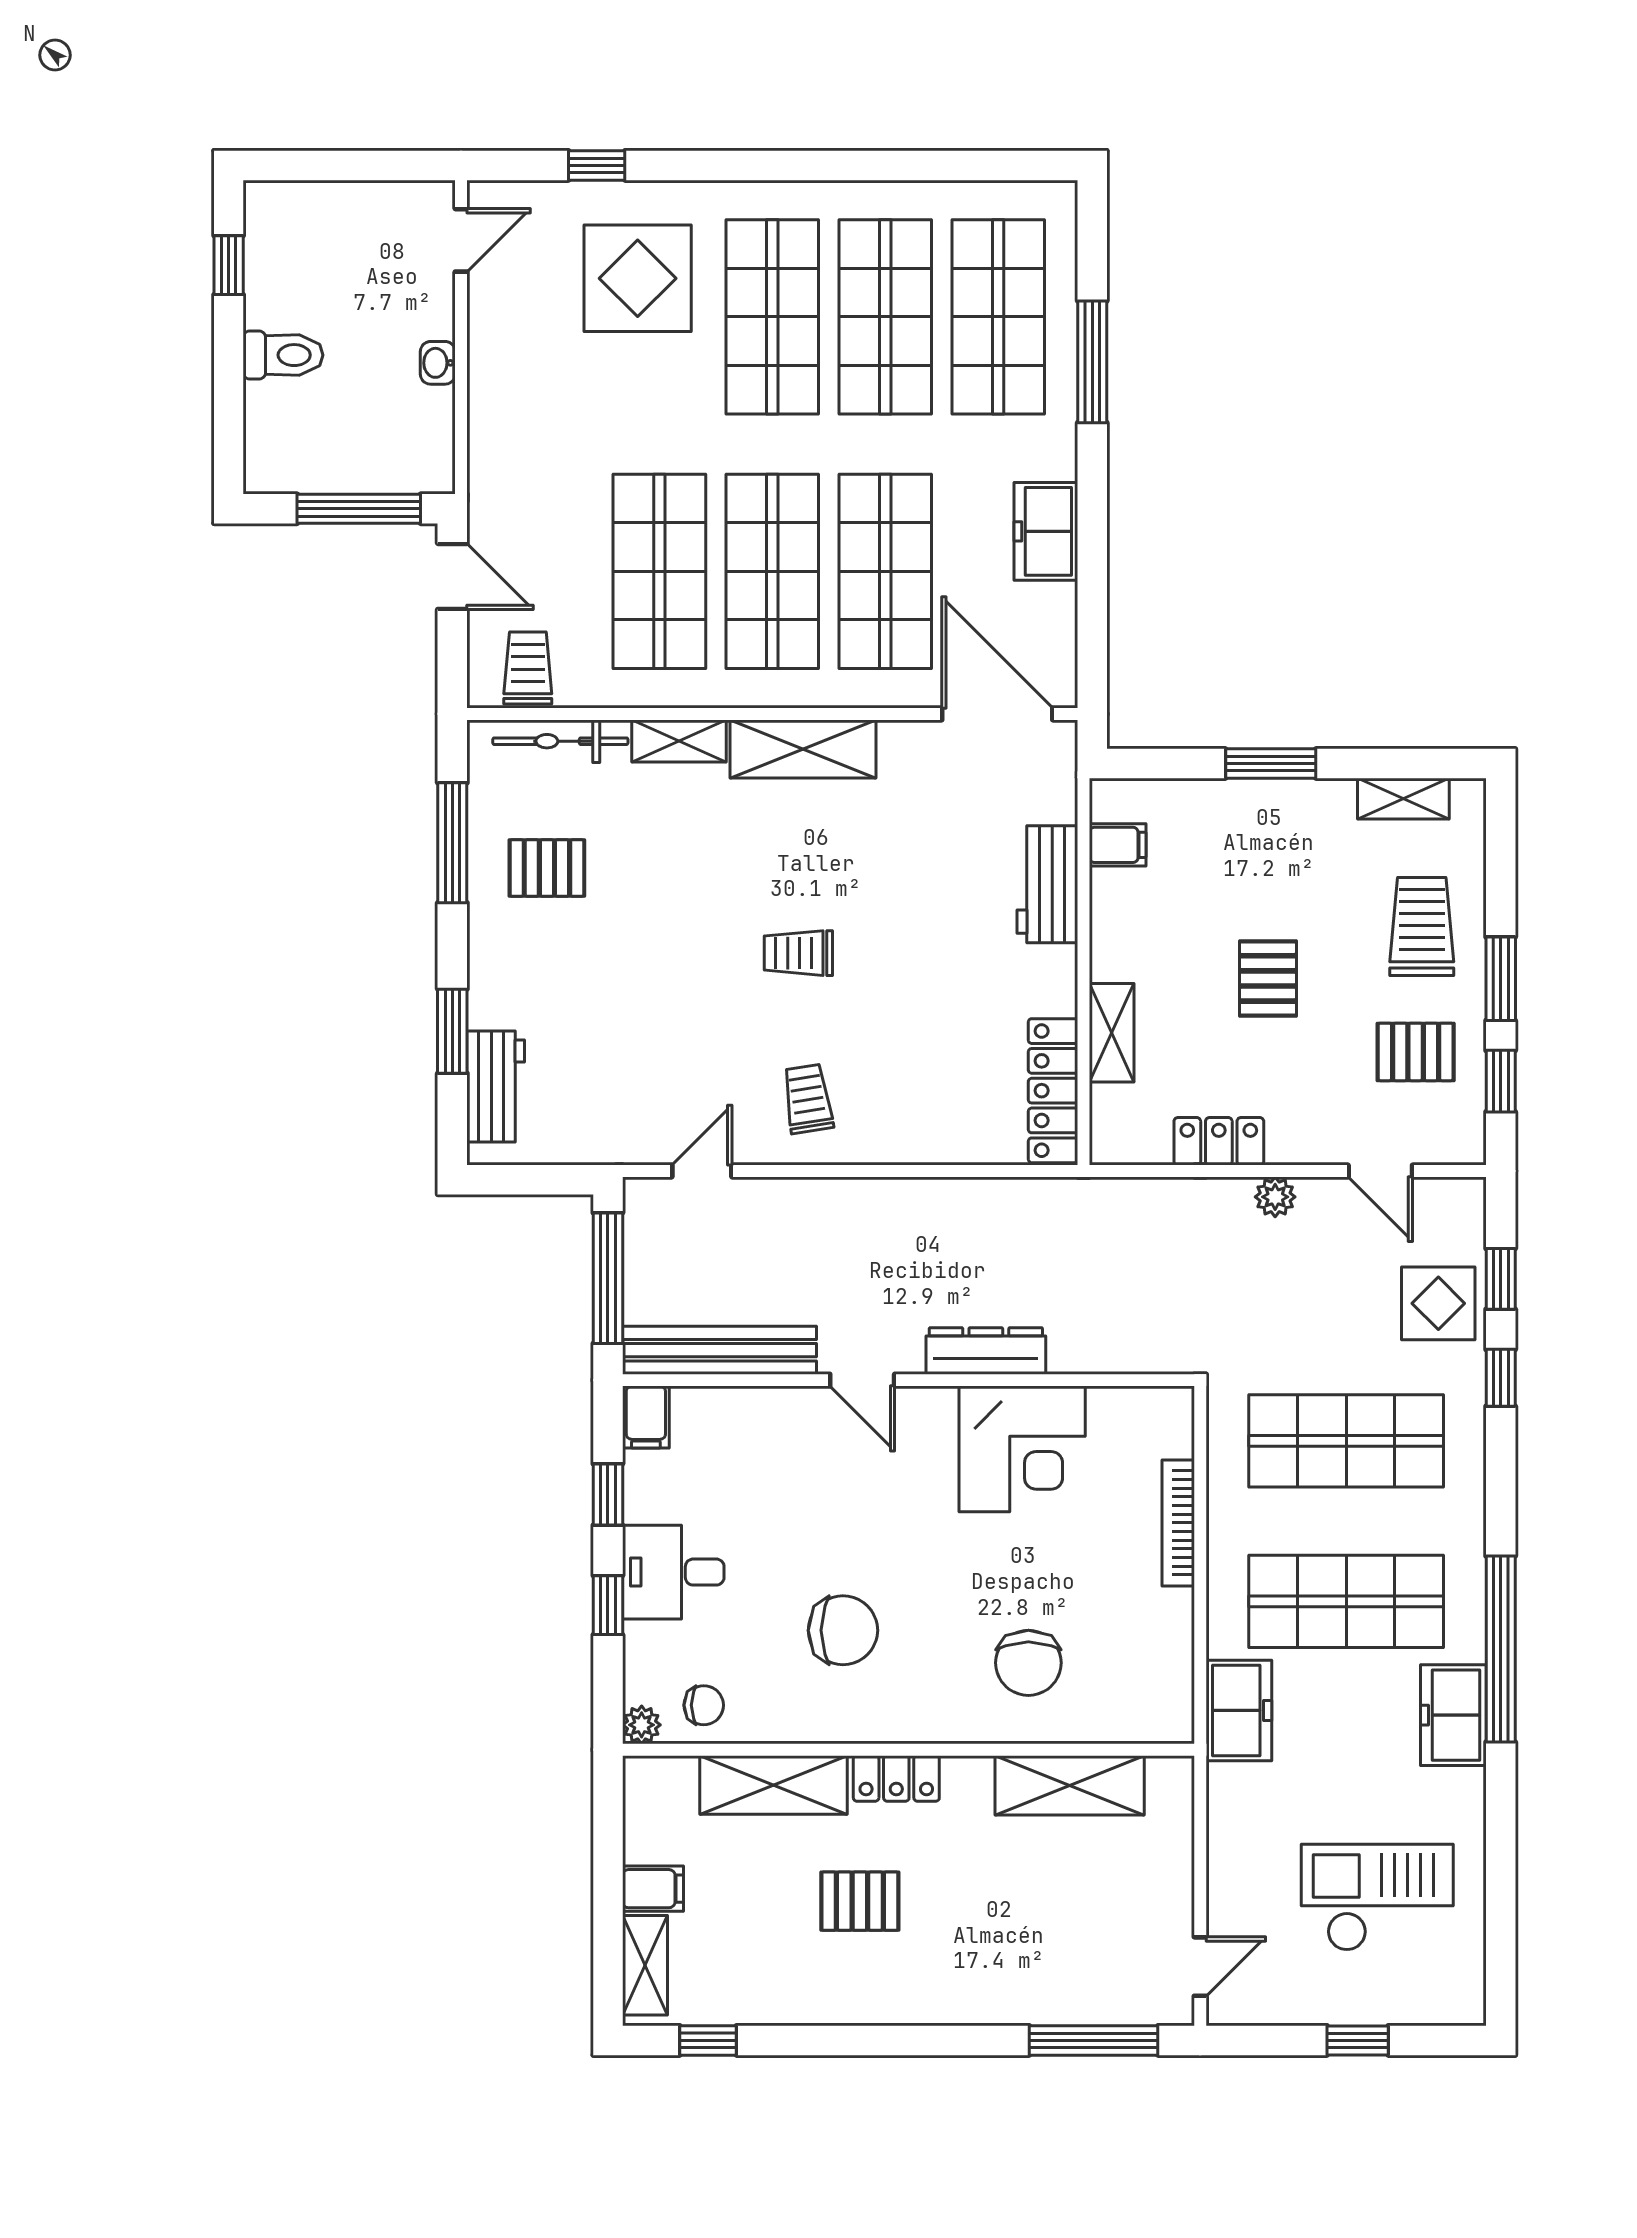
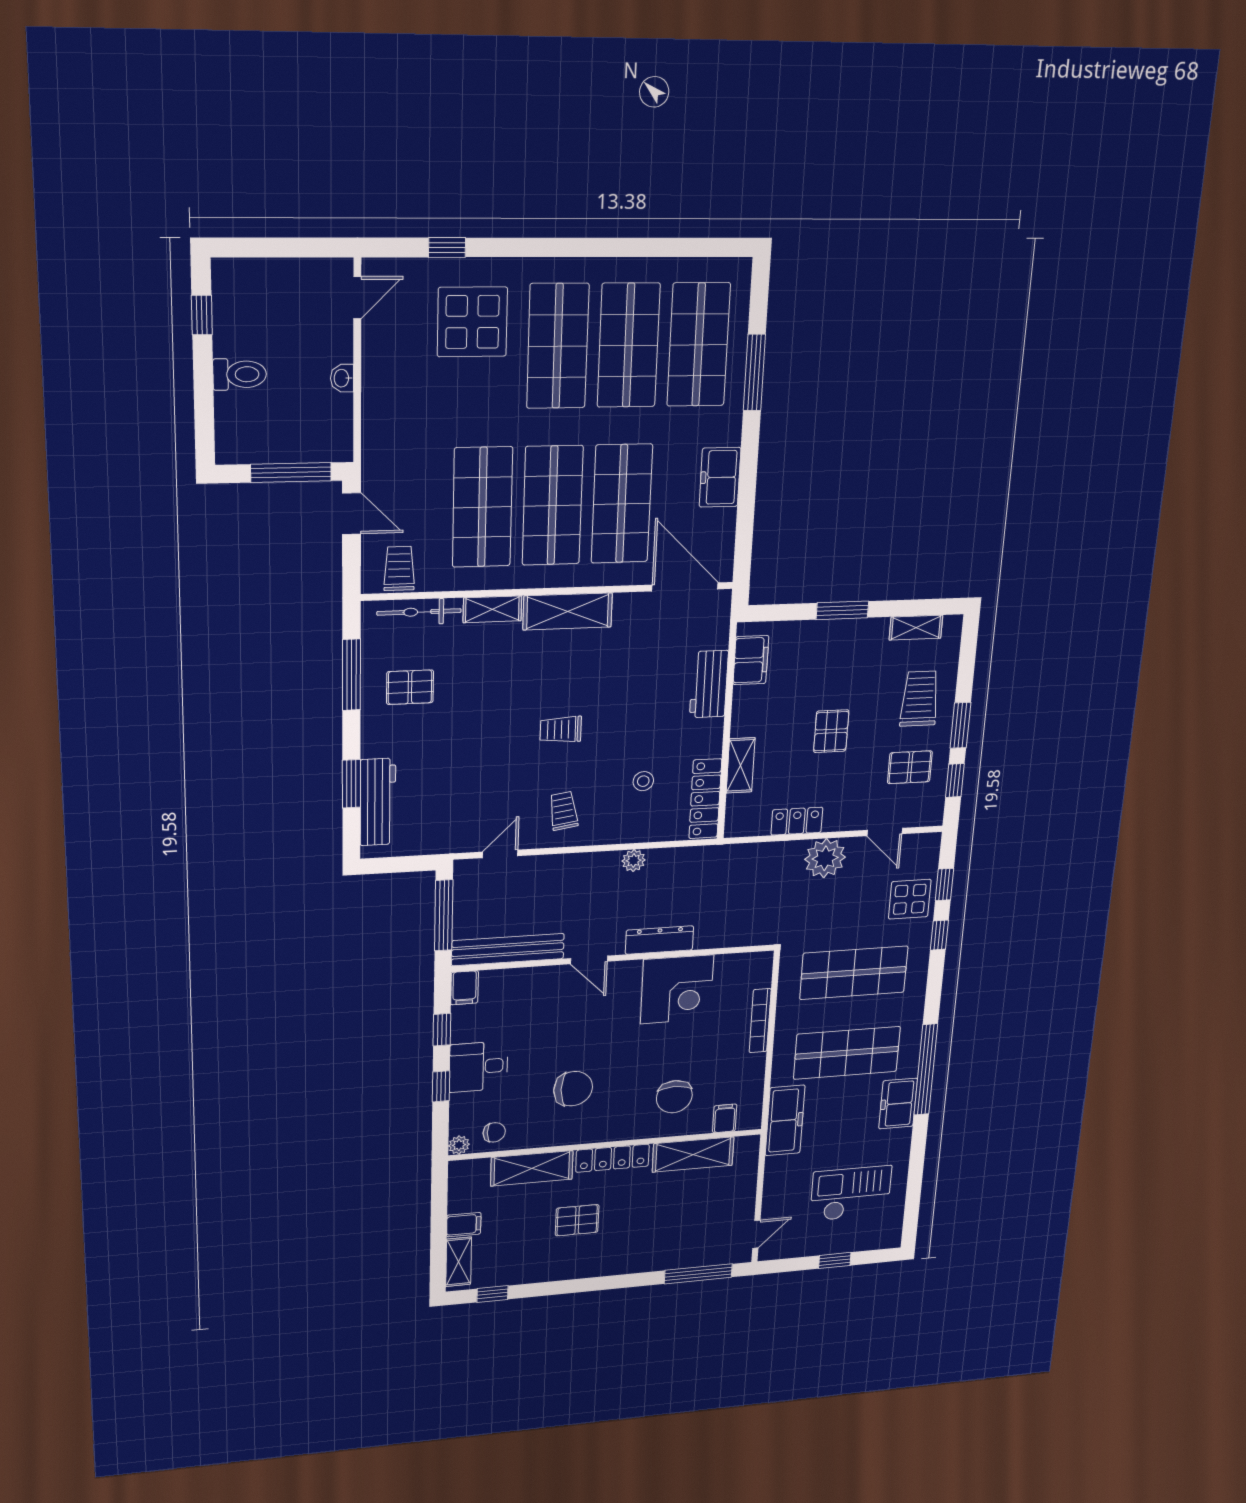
filing cabinet: (1118, 845) -> (751, 660), width x2.00
stool: (943, 1053) -> (643, 781), added
workbench: (496, 1087) -> (378, 802), width x1.37
plant: (1275, 1197) -> (825, 858), width x1.88, depth x1.88
plant: (933, 1198) -> (634, 861), added
freezer: (1239, 1710) -> (785, 1120), width x1.40
filing cabinet: (1125, 1716) -> (725, 1118), added
locker: (896, 1778) -> (612, 1158), width x1.53

